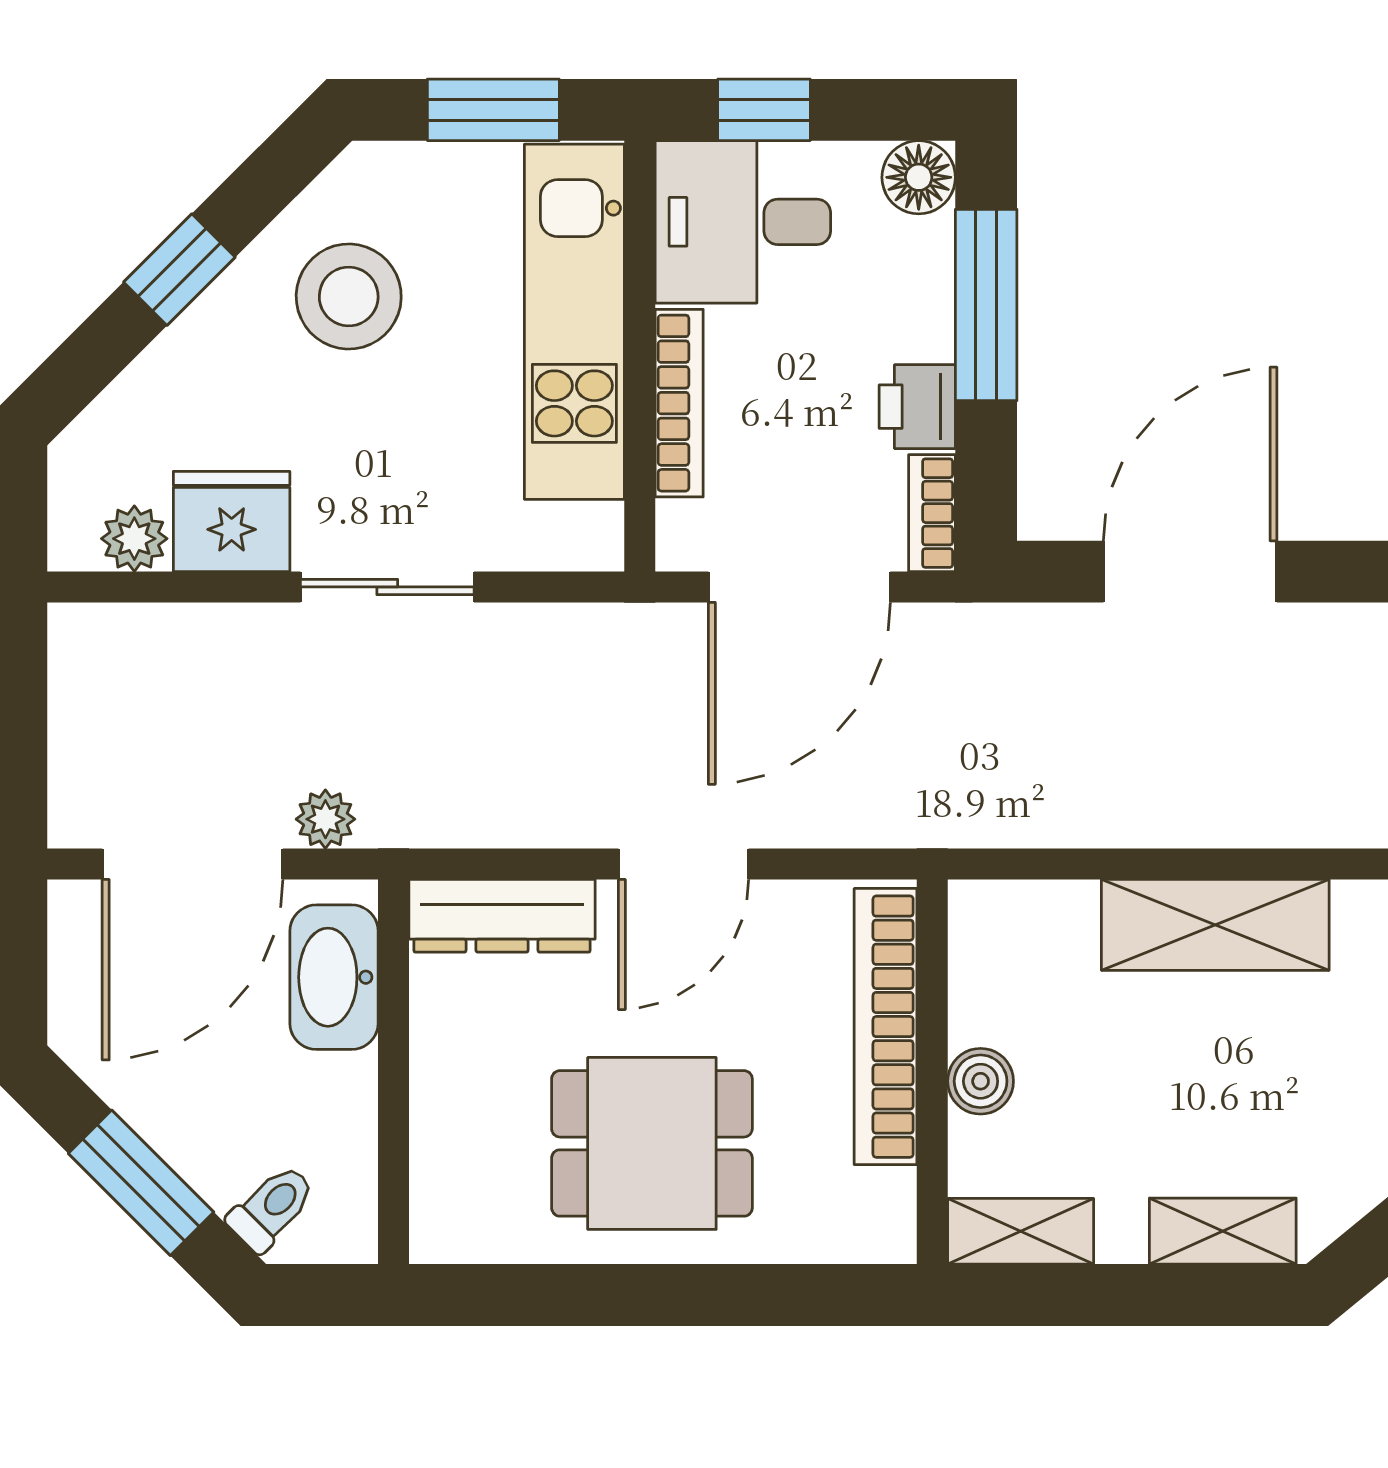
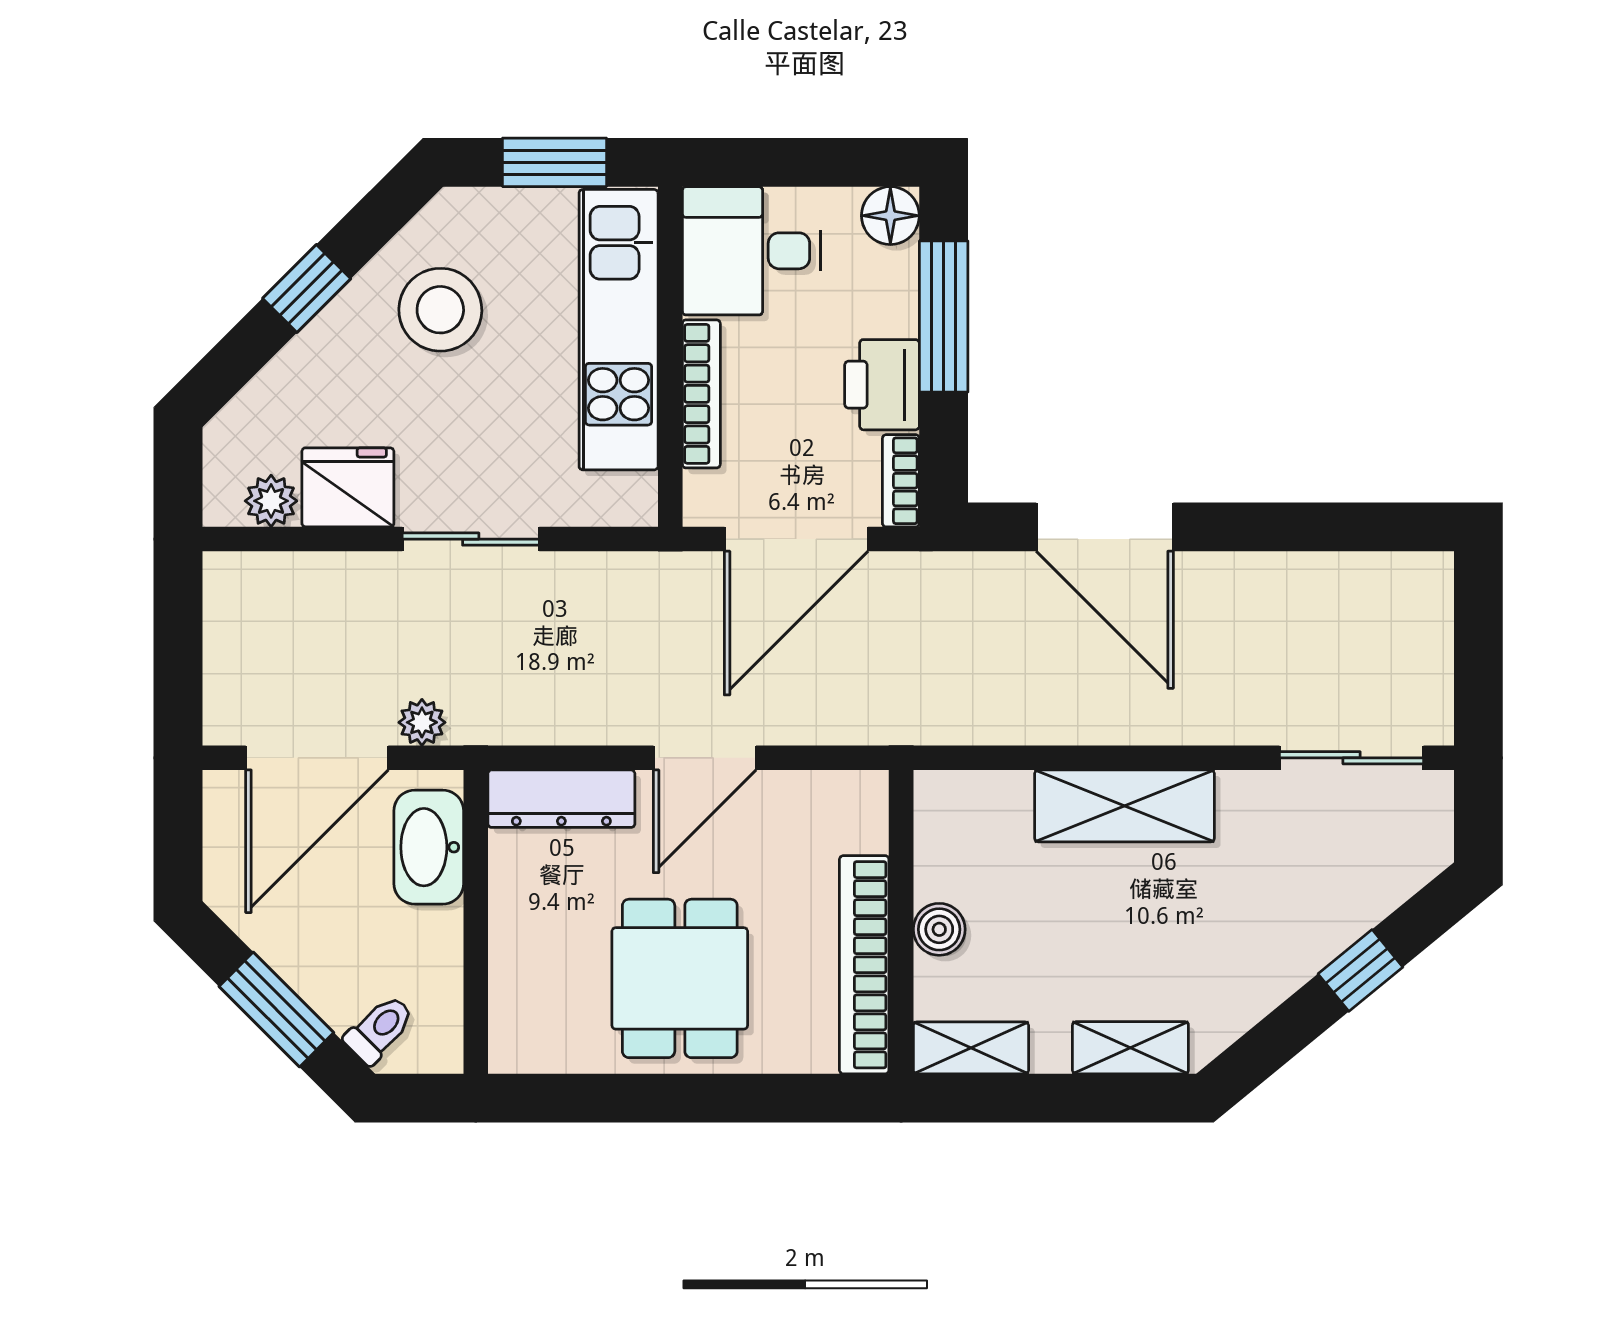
window: (764, 110) -> (768, 162), removed
printer: (917, 407) -> (882, 385), width x1.36, depth x1.24
door: (1190, 572) -> (1105, 527), swing flipped
bookcase: (886, 1027) -> (864, 965), moved
dining table: (652, 1143) -> (680, 978), turned 90

